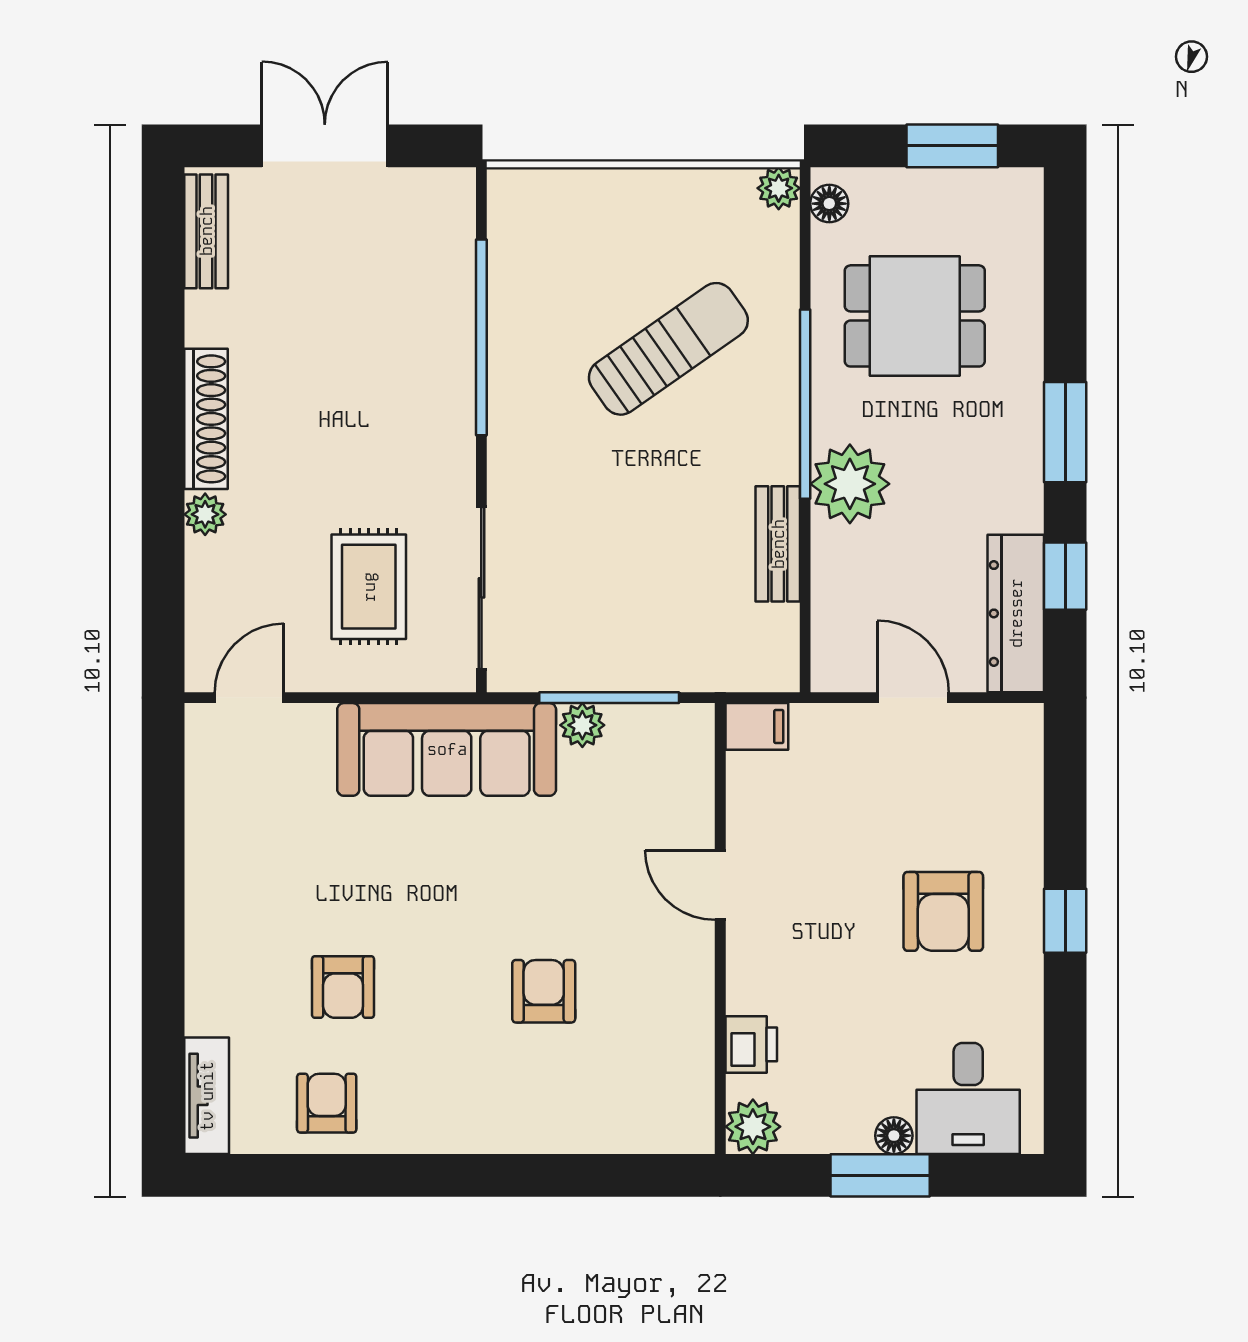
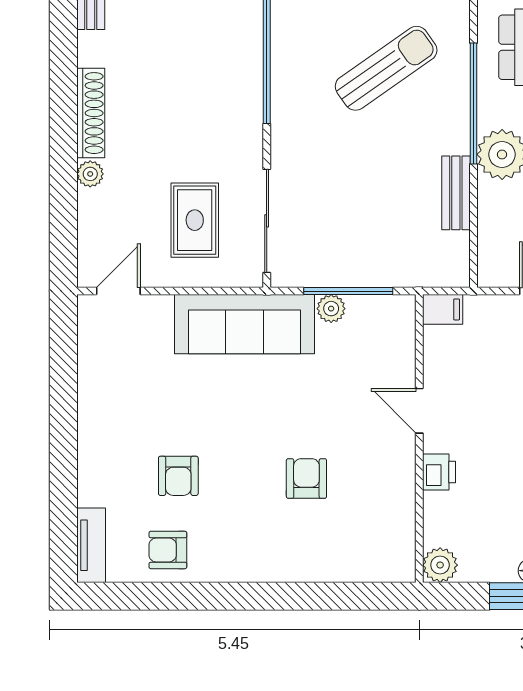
printer: (751, 1044) -> (439, 472), moved
armchair: (327, 1103) -> (168, 550), turned -90

